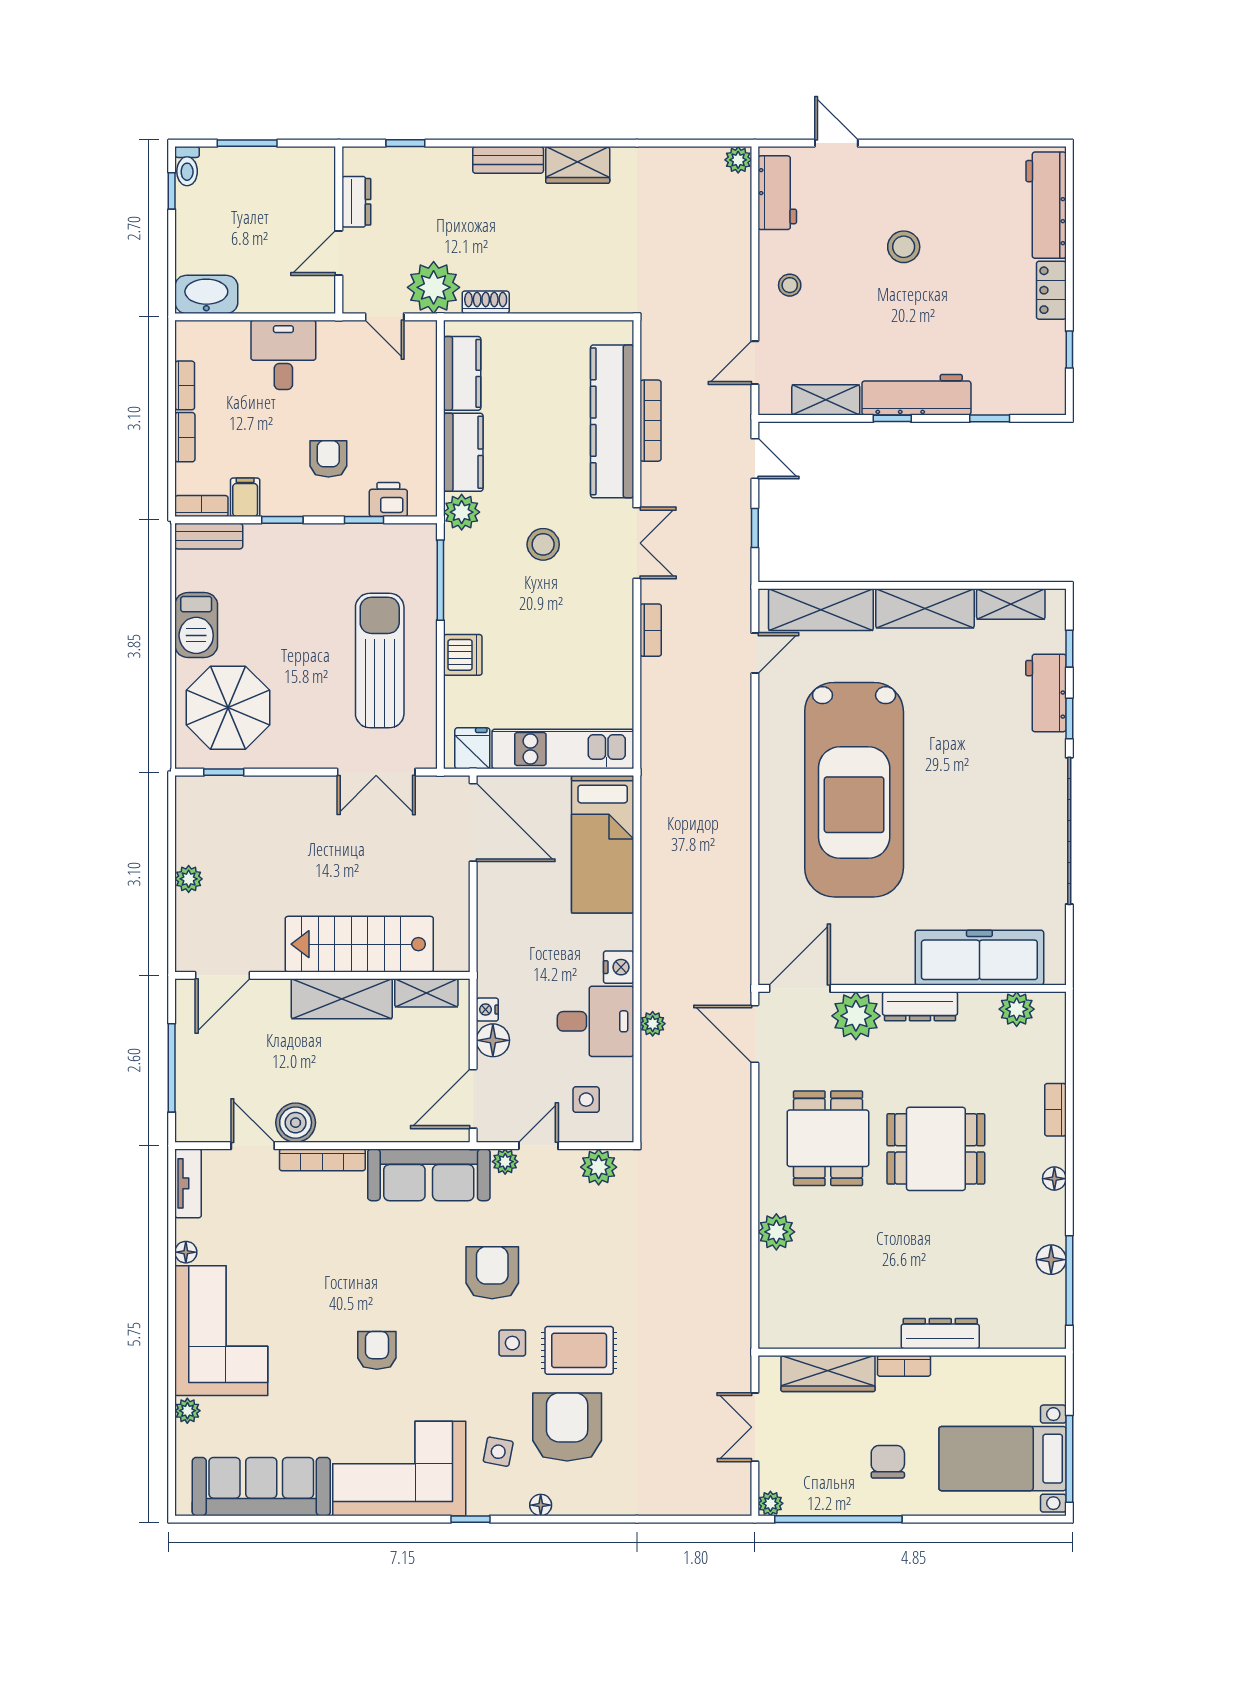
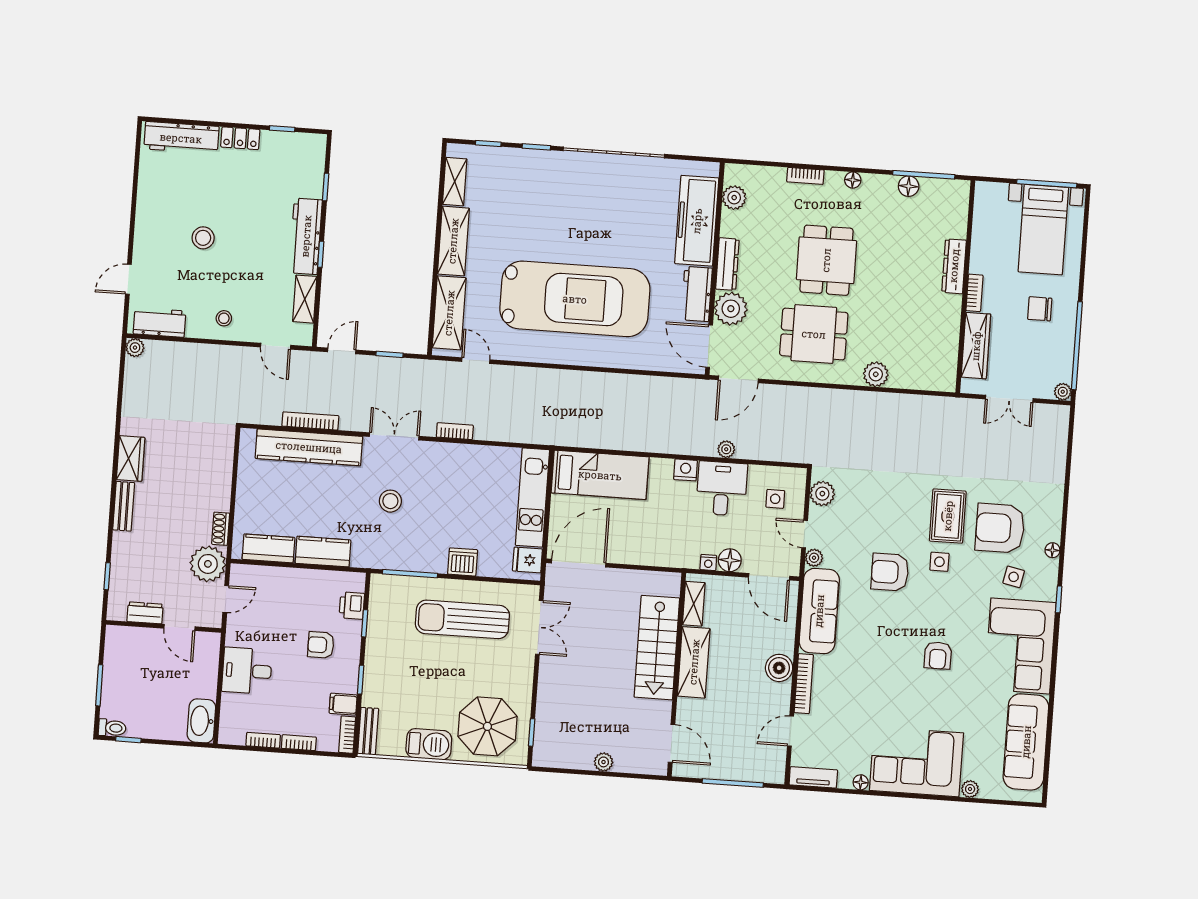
plant: (462, 512) -> (364, 556), removed
workbench: (1046, 693) -> (697, 294), moved, turned 90
boiler: (296, 1123) -> (779, 668), moved
armchair: (377, 1350) -> (938, 655), turned -90

